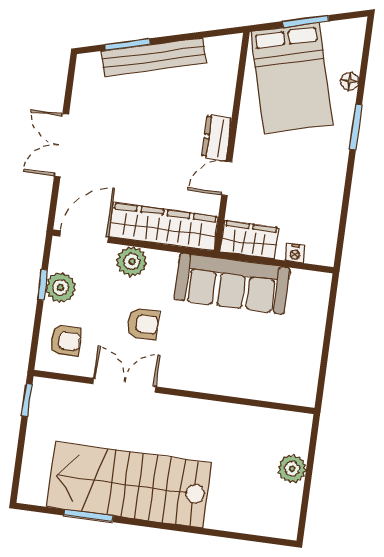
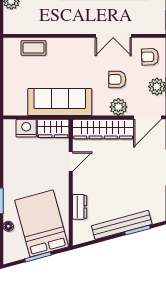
dresser: (217, 138) -> (80, 207), moved
nightstand: (295, 253) -> (26, 128), width x1.89, depth x1.79
armchair: (143, 324) -> (117, 79), moved
coffee table: (265, 383) -> (34, 48), added

